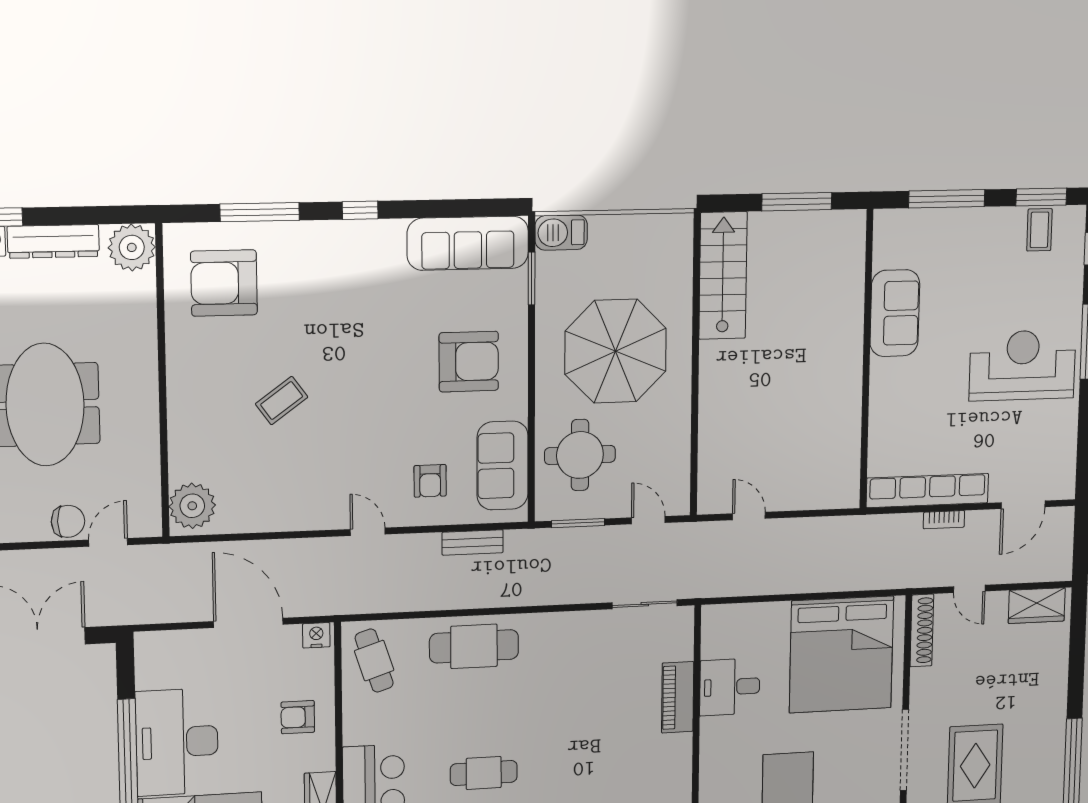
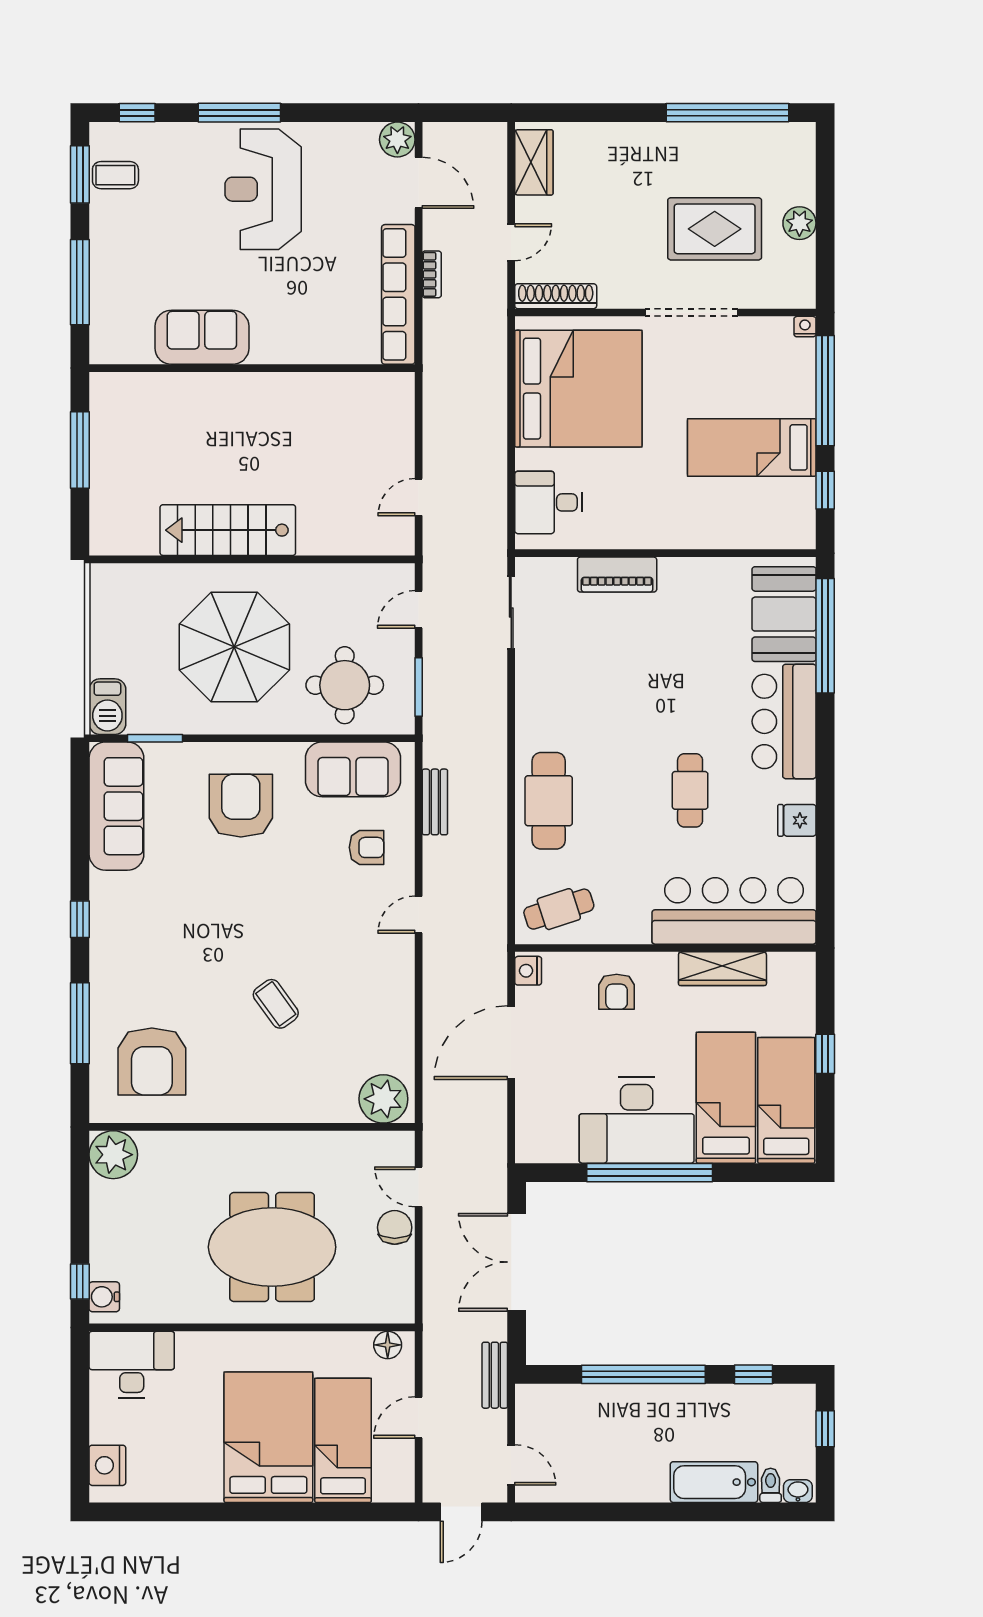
dresser: (53, 241) -> (105, 1234), removed
stairs: (723, 276) -> (228, 530), moved
plant: (1061, 484) -> (397, 140), added
desk: (730, 687) -> (549, 502), moved, turned 90

